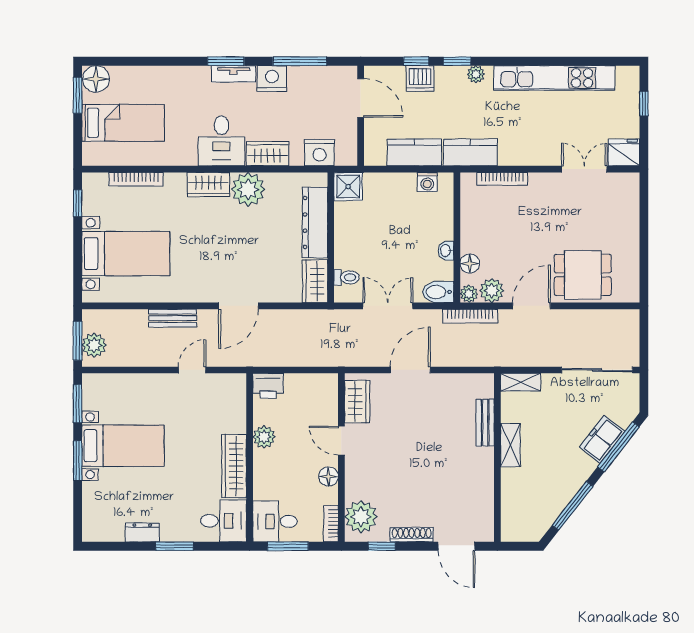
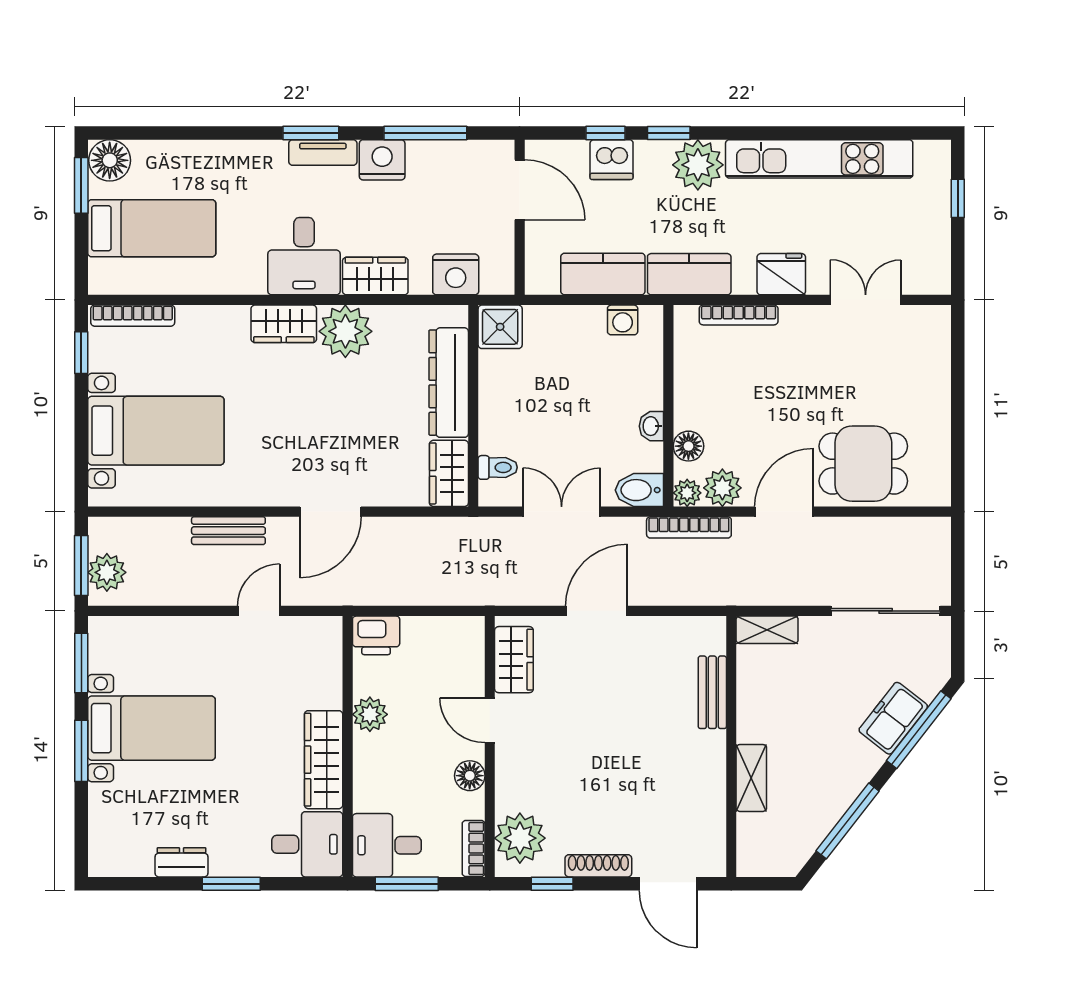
plant: (476, 74) -> (698, 165), width x1.87, depth x1.87
fridge: (624, 152) -> (781, 274), moved
bookcase: (136, 179) -> (133, 316), moved
shelving: (510, 445) -> (751, 778), moved

